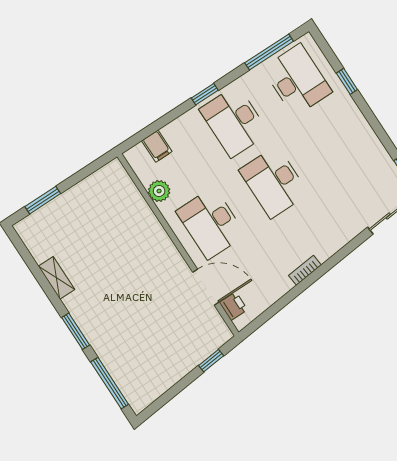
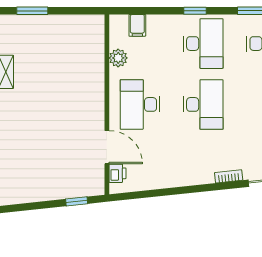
desk: (234, 121) -> (203, 44), turned 180
desk: (274, 182) -> (203, 104), turned 180
bookcase: (305, 270) -> (229, 176), moved

